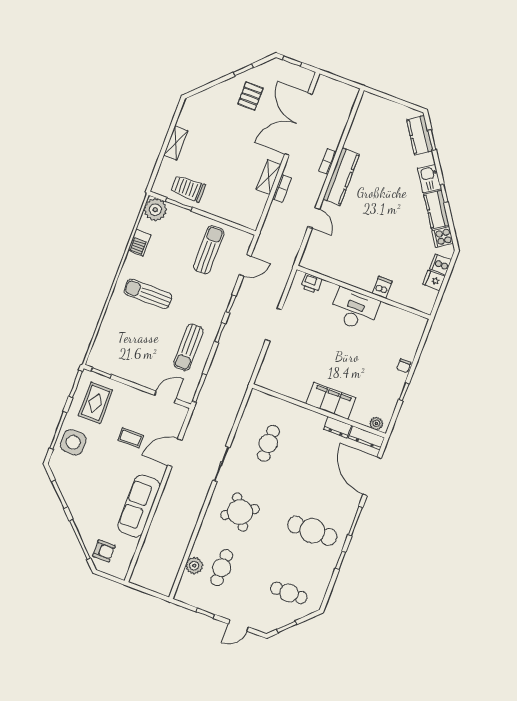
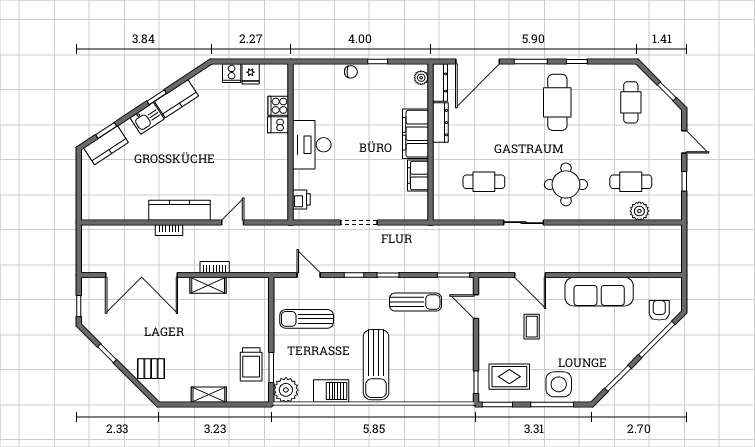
pallet: (250, 96) -> (151, 369), moved
cooker: (443, 237) -> (278, 106), moved, turned 123
barbecue: (139, 243) -> (331, 391), width x1.38, depth x1.27
sun lounger: (148, 294) -> (376, 365), width x1.36, depth x1.34
filing cabinet: (295, 390) -> (418, 176), added
dresser: (337, 427) -> (440, 123), width x1.44
round table: (240, 512) -> (566, 184), turned 32

